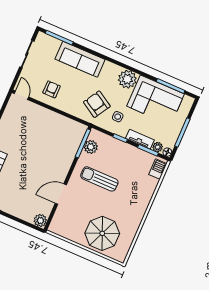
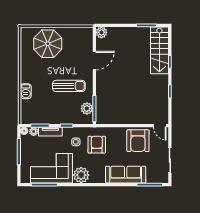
armchair: (52, 89) -> (138, 141), width x1.88, depth x1.88
armchair: (97, 104) -> (97, 145), turned -121
barbecue: (158, 169) -> (26, 91), moved

